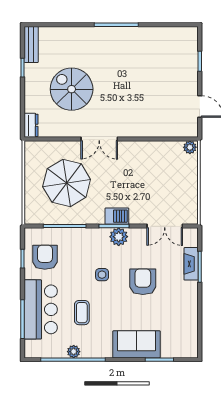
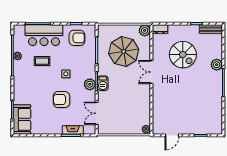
plant: (88, 36) -> (217, 65), added
spiral stairs: (72, 89) -> (183, 55), turned 90
plant: (33, 150) -> (145, 30), added
armchair: (143, 282) -> (61, 100), turned 180
sofa: (136, 344) -> (22, 119), moved

